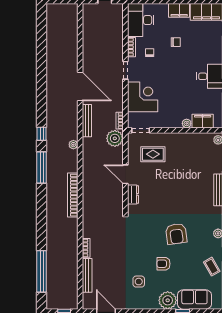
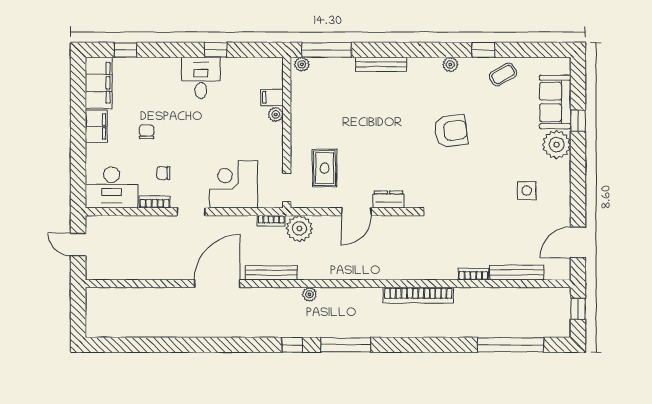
filing cabinet: (203, 121) -> (272, 97), width x0.50
bookcase: (73, 195) -> (418, 295), moved
armchair: (164, 264) -> (498, 151), removed

